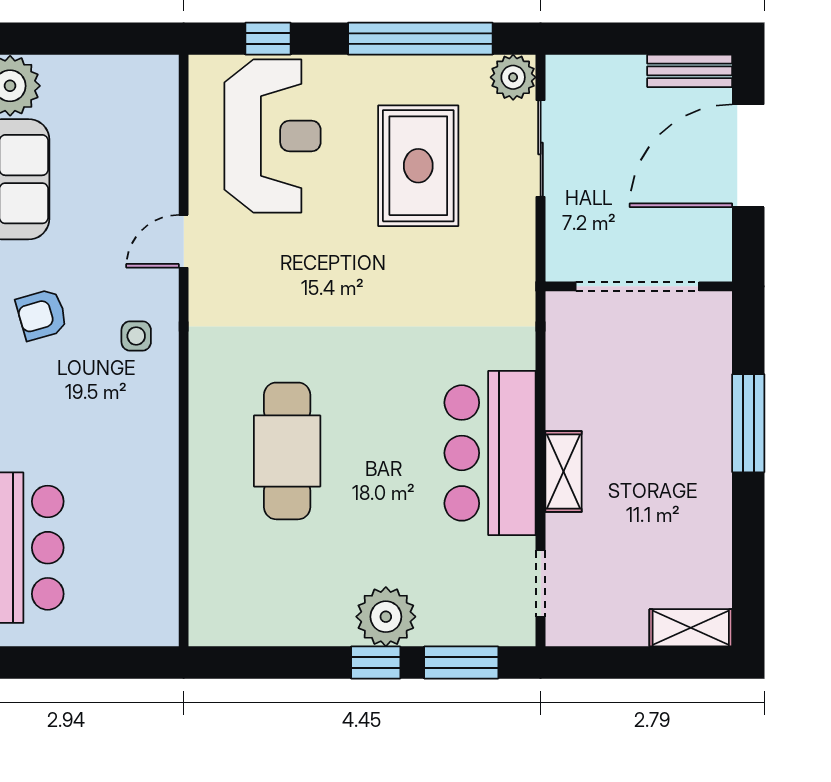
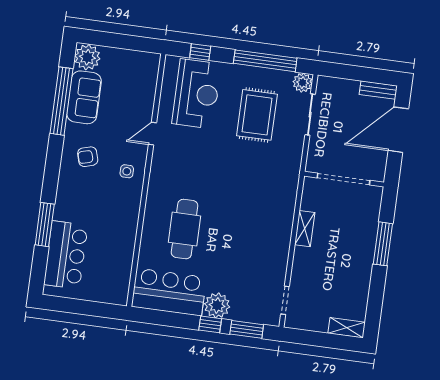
bar counter: (490, 453) -> (169, 292), moved, turned 90
shelving: (564, 472) -> (305, 229), moved

